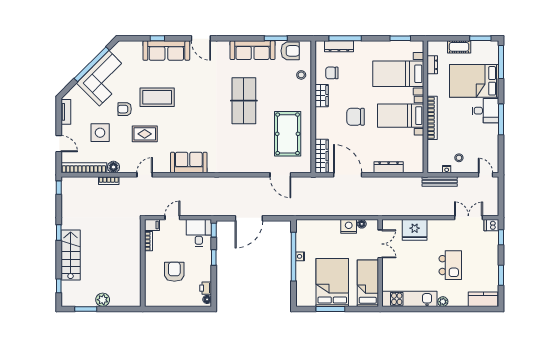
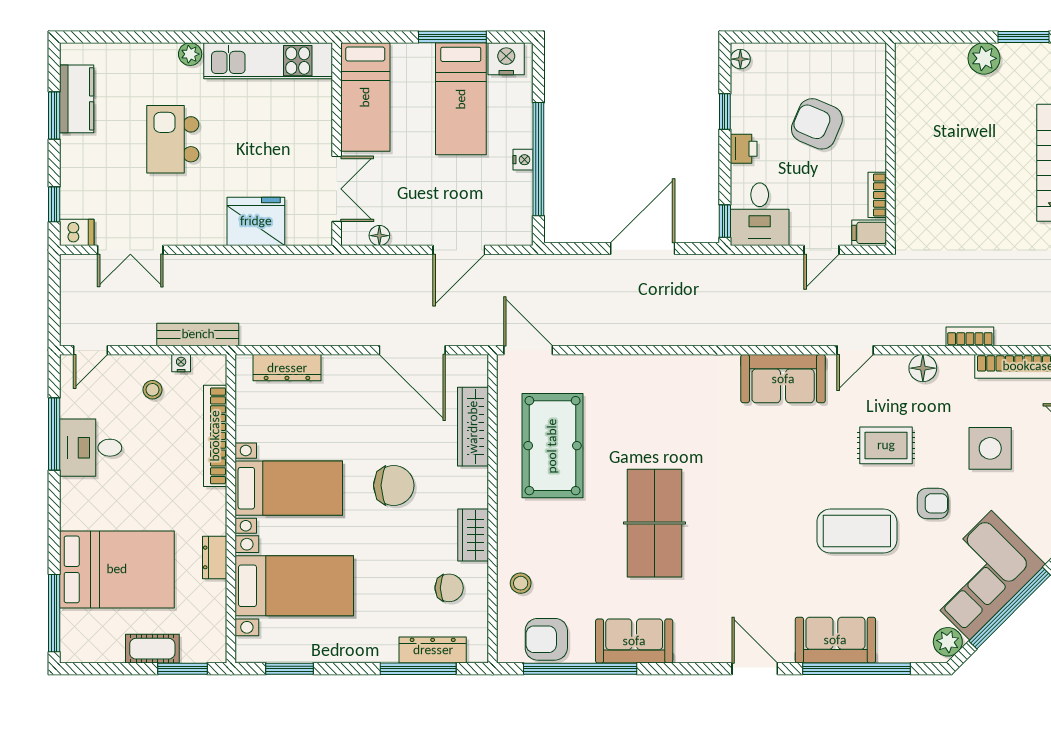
window: (157, 38) -> (857, 669), width x3.17
window: (276, 38) -> (580, 669), width x2.11
window: (480, 38) -> (182, 669), moved
plant: (118, 50) -> (948, 642), added
sofa: (253, 50) -> (634, 641), width x0.73
sofa: (166, 51) -> (835, 640), width x0.73
dresser: (432, 65) -> (215, 557), moved
desk: (485, 111) -> (91, 448), moved
bookcase: (432, 118) -> (215, 436), moved
window: (501, 119) -> (54, 434), moved
wardrobe: (322, 156) -> (473, 427), moved
floor lamp: (113, 167) -> (923, 368), moved
dresser: (389, 167) -> (287, 368), moved
door: (145, 175) -> (855, 350), moved
door: (280, 175) -> (528, 350), moved
door: (486, 175) -> (90, 350), hinge flipped
door: (328, 218) -> (459, 250), added
nightstand: (349, 226) -> (506, 59), moved, turned 180
double door: (380, 244) -> (337, 189), swing flipped
window: (214, 257) -> (725, 112), moved
armchair: (174, 272) -> (817, 124), turned 113
bed: (332, 283) -> (461, 99), width x0.67
printer: (206, 288) -> (744, 149), moved
kitchen counter: (483, 299) -> (77, 99), moved, turned -90

